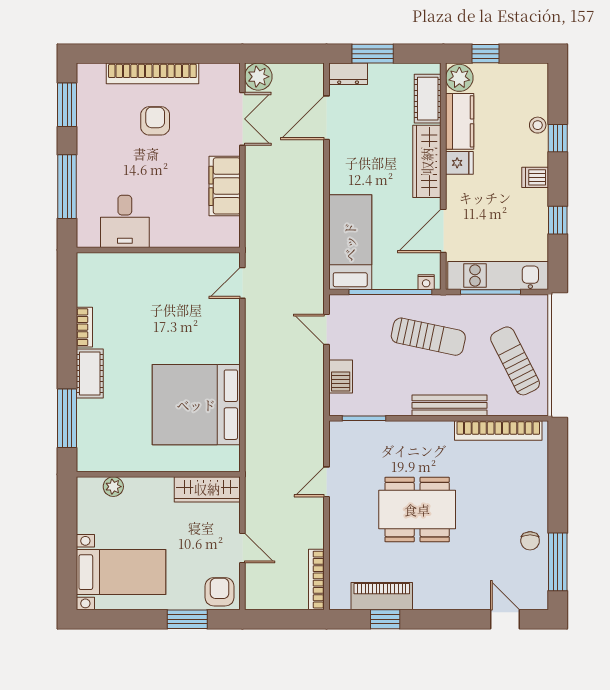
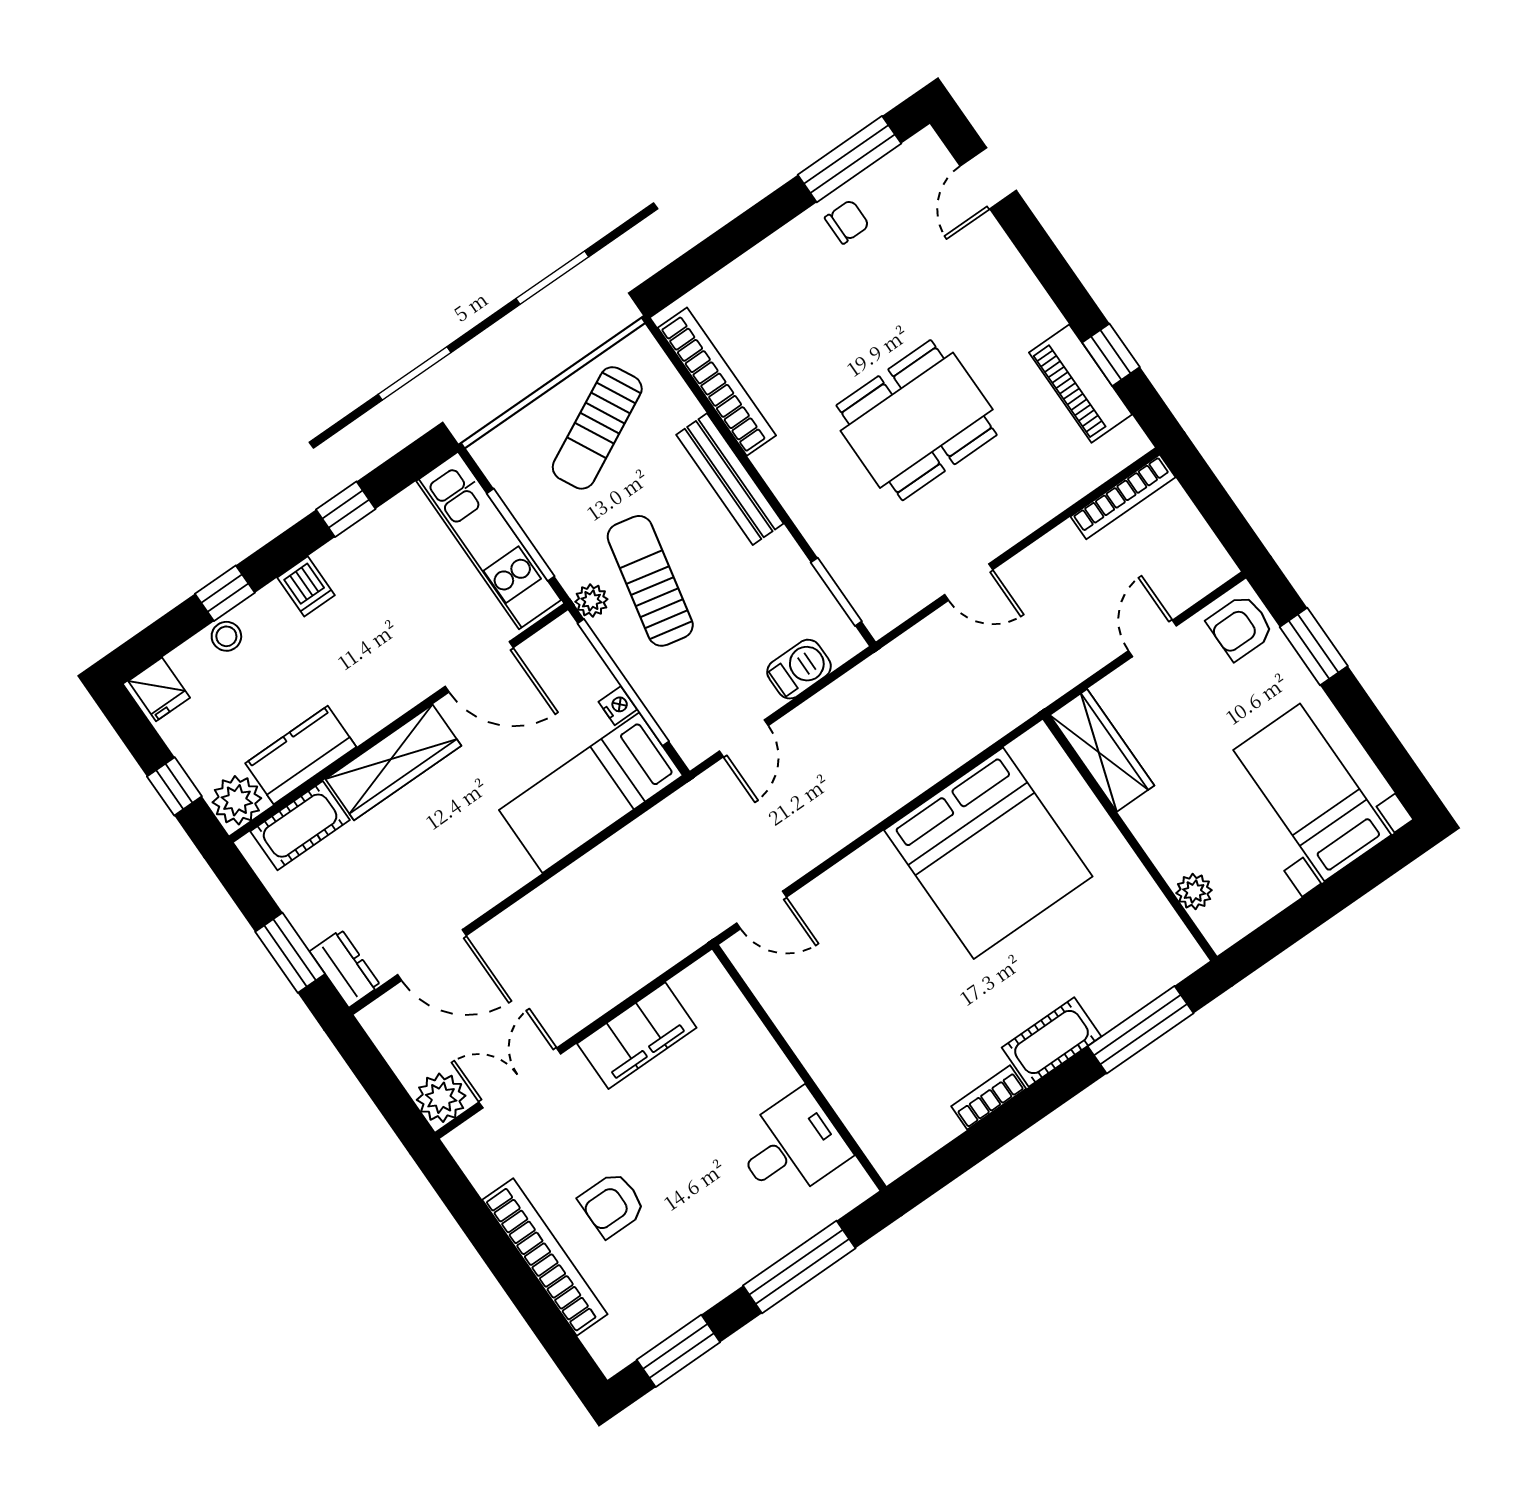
fridge: (459, 163) -> (159, 689), moved, turned 180
nightstand: (426, 282) -> (618, 706), moved
plant: (438, 303) -> (591, 601), added
dining table: (417, 510) -> (917, 420), turned 90

